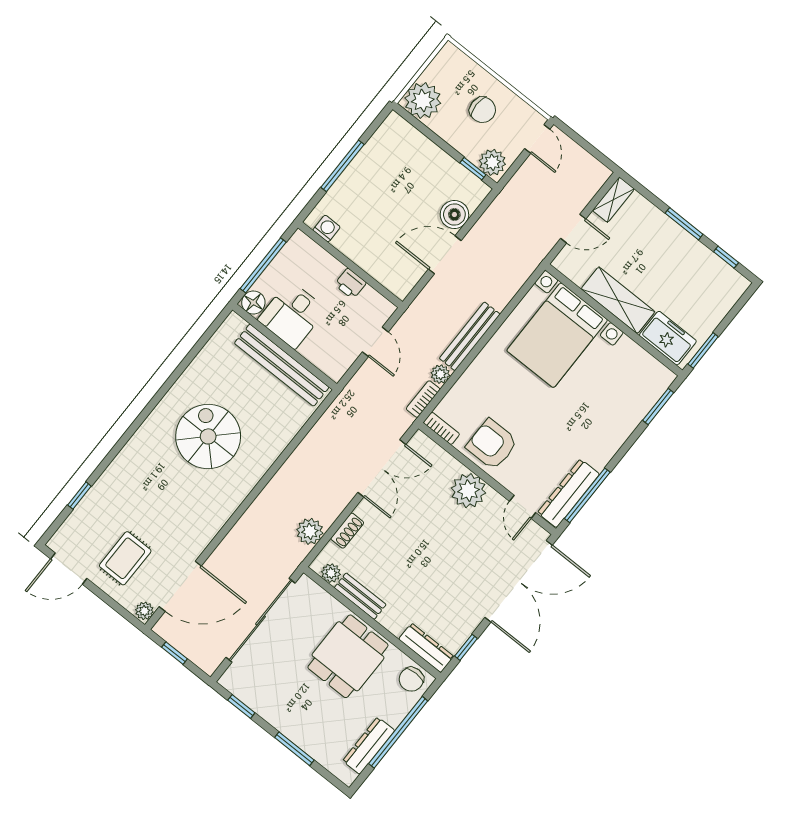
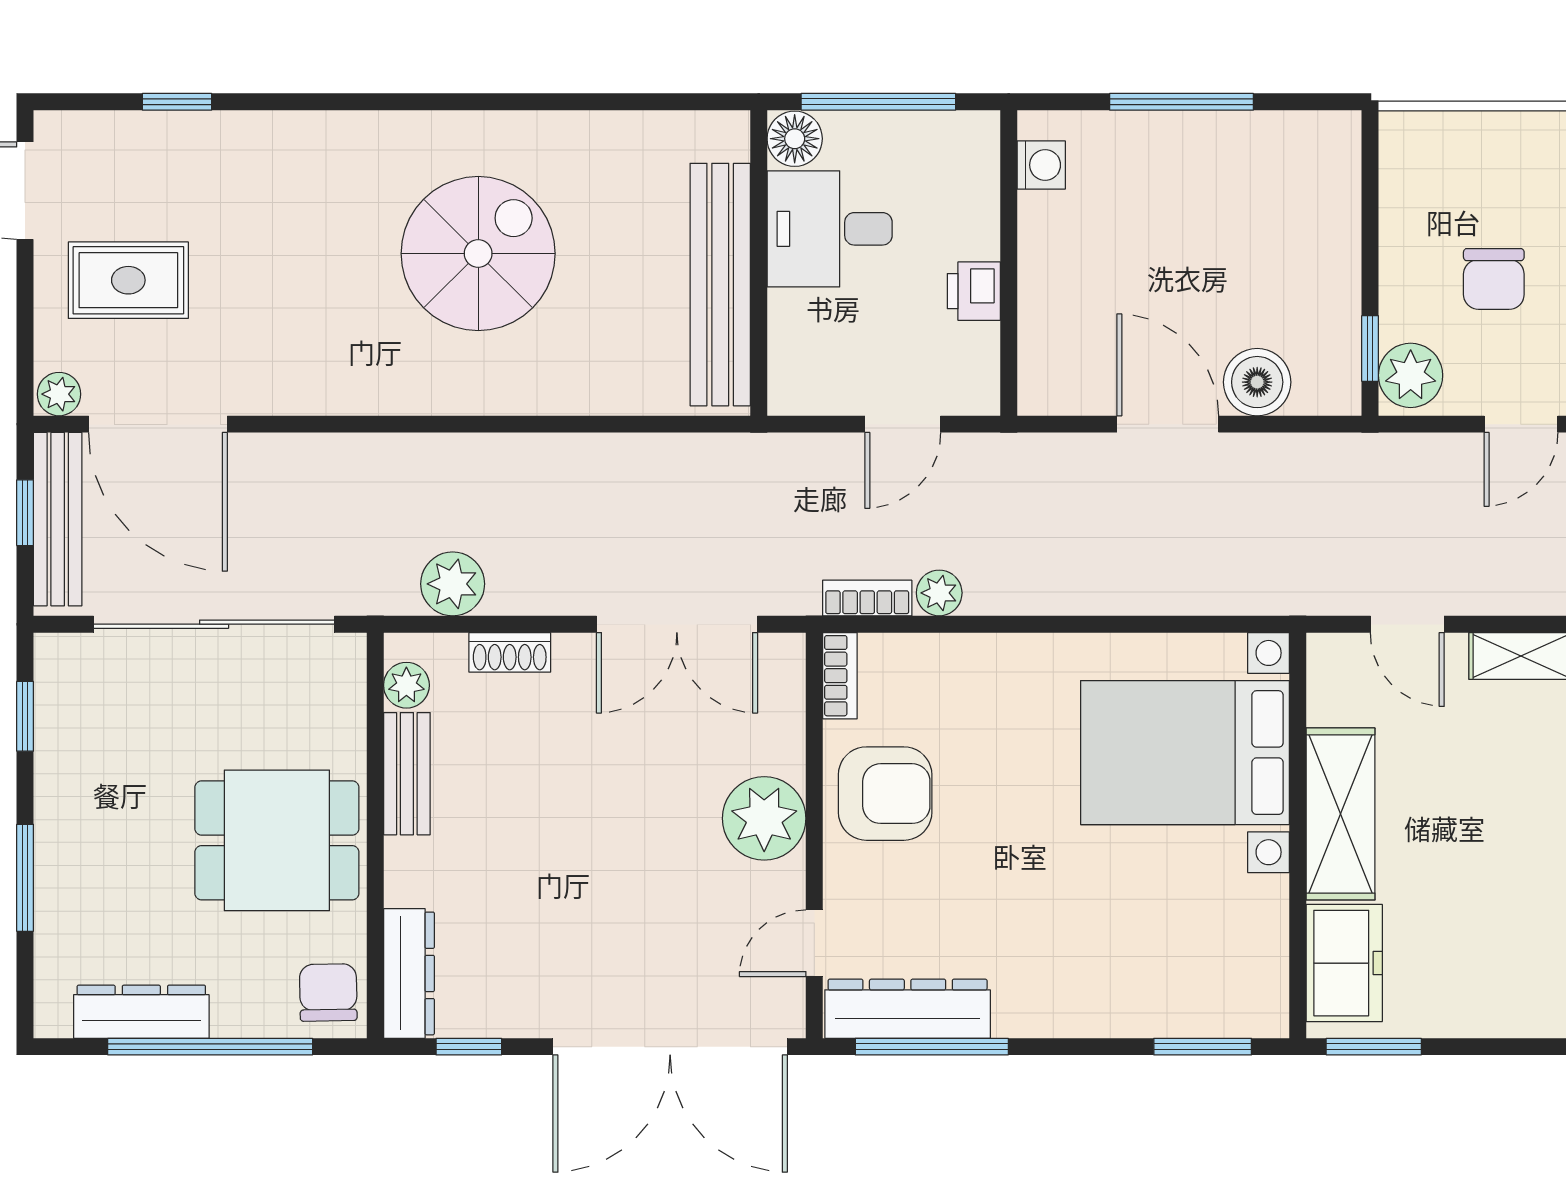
plant: (423, 101) -> (1422, 154), removed
bench: (470, 336) -> (58, 519), moved, turned 90
armchair: (492, 444) -> (885, 794), turned 90
chair: (411, 679) -> (328, 992), turned 89

